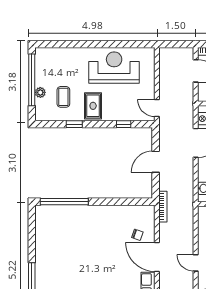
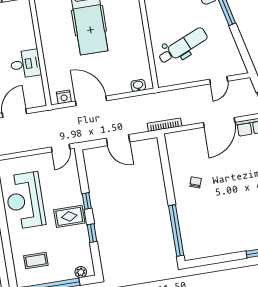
plant: (40, 92) -> (81, 272), moved
coffee table: (63, 97) -> (36, 261), moved
window: (124, 124) -> (87, 201), moved
chair: (137, 235) -> (196, 182), moved

